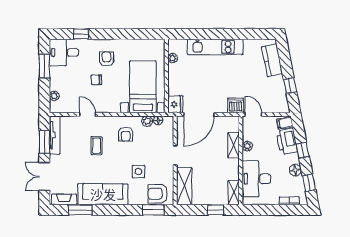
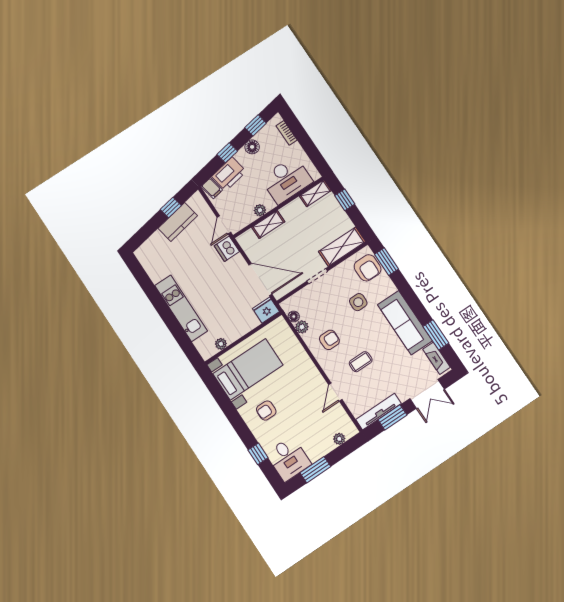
kitchen counter: (272, 60) -> (178, 222), moved
chair: (96, 80) -> (294, 407), removed
bed with nightstands: (143, 87) -> (248, 369), moved, turned 180

